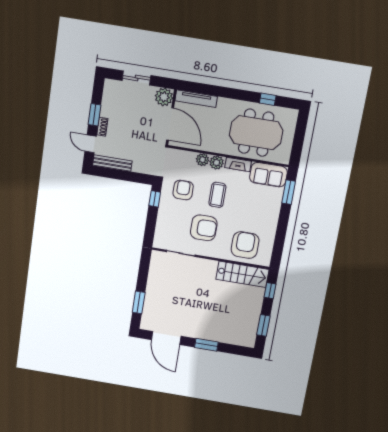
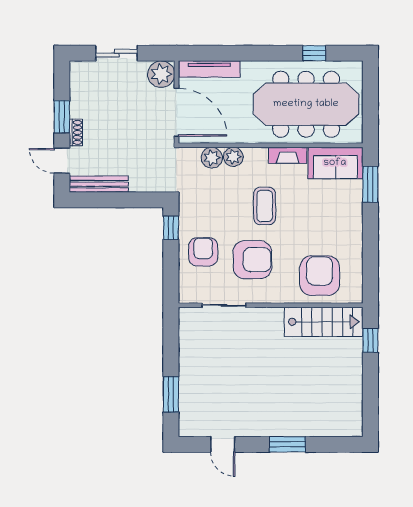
meeting table: (256, 133) -> (306, 104), width x1.36
plant: (217, 163) -> (212, 158), moved
armchair: (183, 190) -> (203, 252), moved
window: (263, 325) -> (370, 398), removed
door: (166, 338) -> (223, 444), width x0.53

